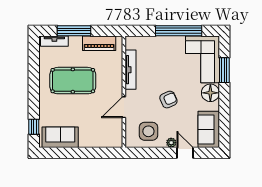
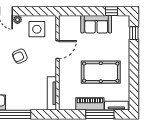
piano: (99, 43) -> (90, 104), moved
tv unit: (131, 70) -> (52, 93), moved
sofa: (60, 137) -> (96, 24), moved
window: (60, 153) -> (111, 11), added

